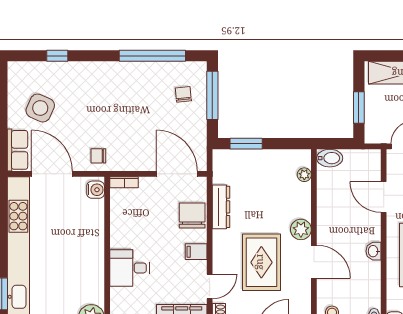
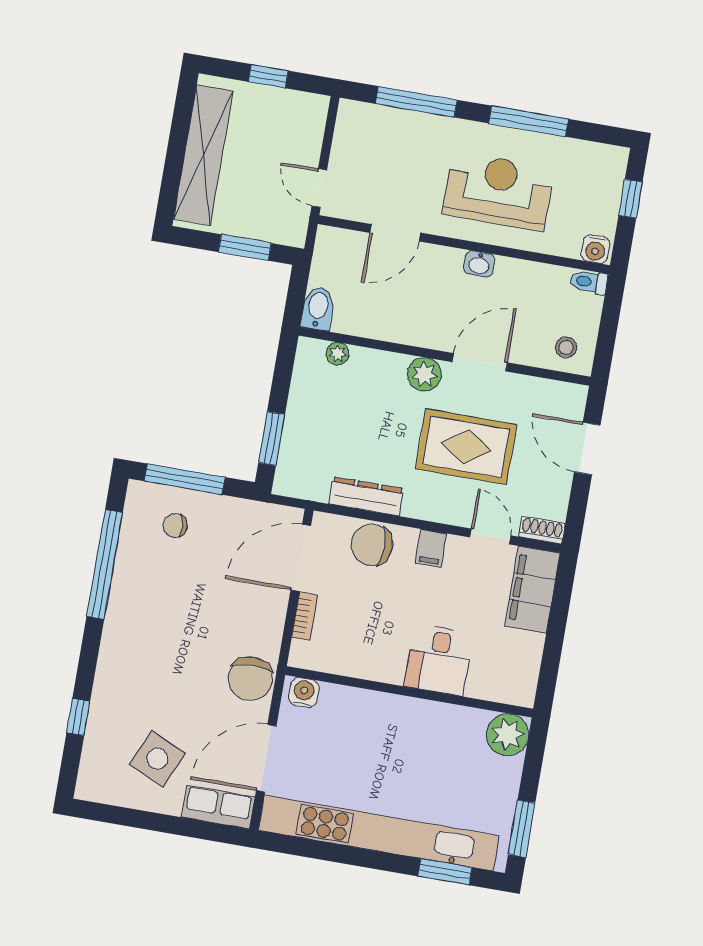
chair: (98, 156) -> (250, 679), width x1.87, depth x1.87
bookcase: (124, 182) -> (305, 616), moved

